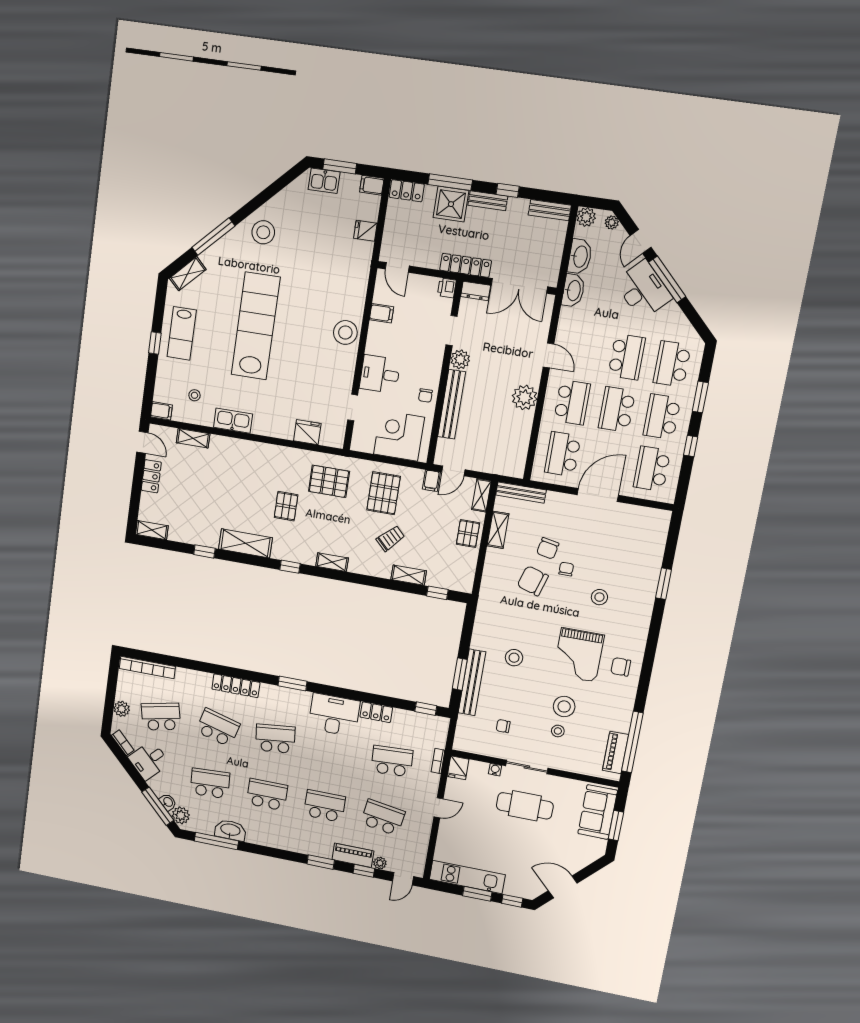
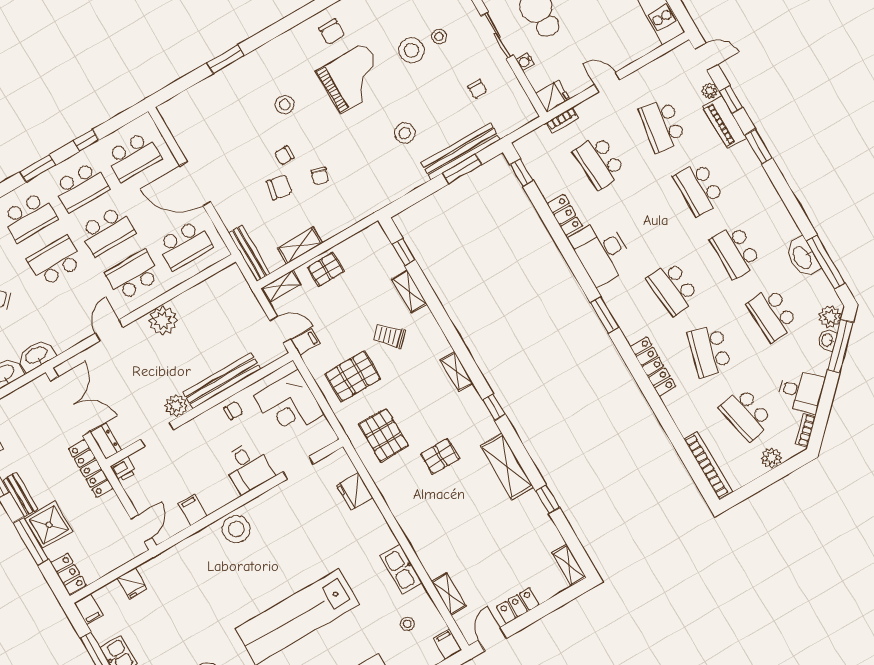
chair: (533, 581) -> (320, 176), width x0.54, depth x0.54

